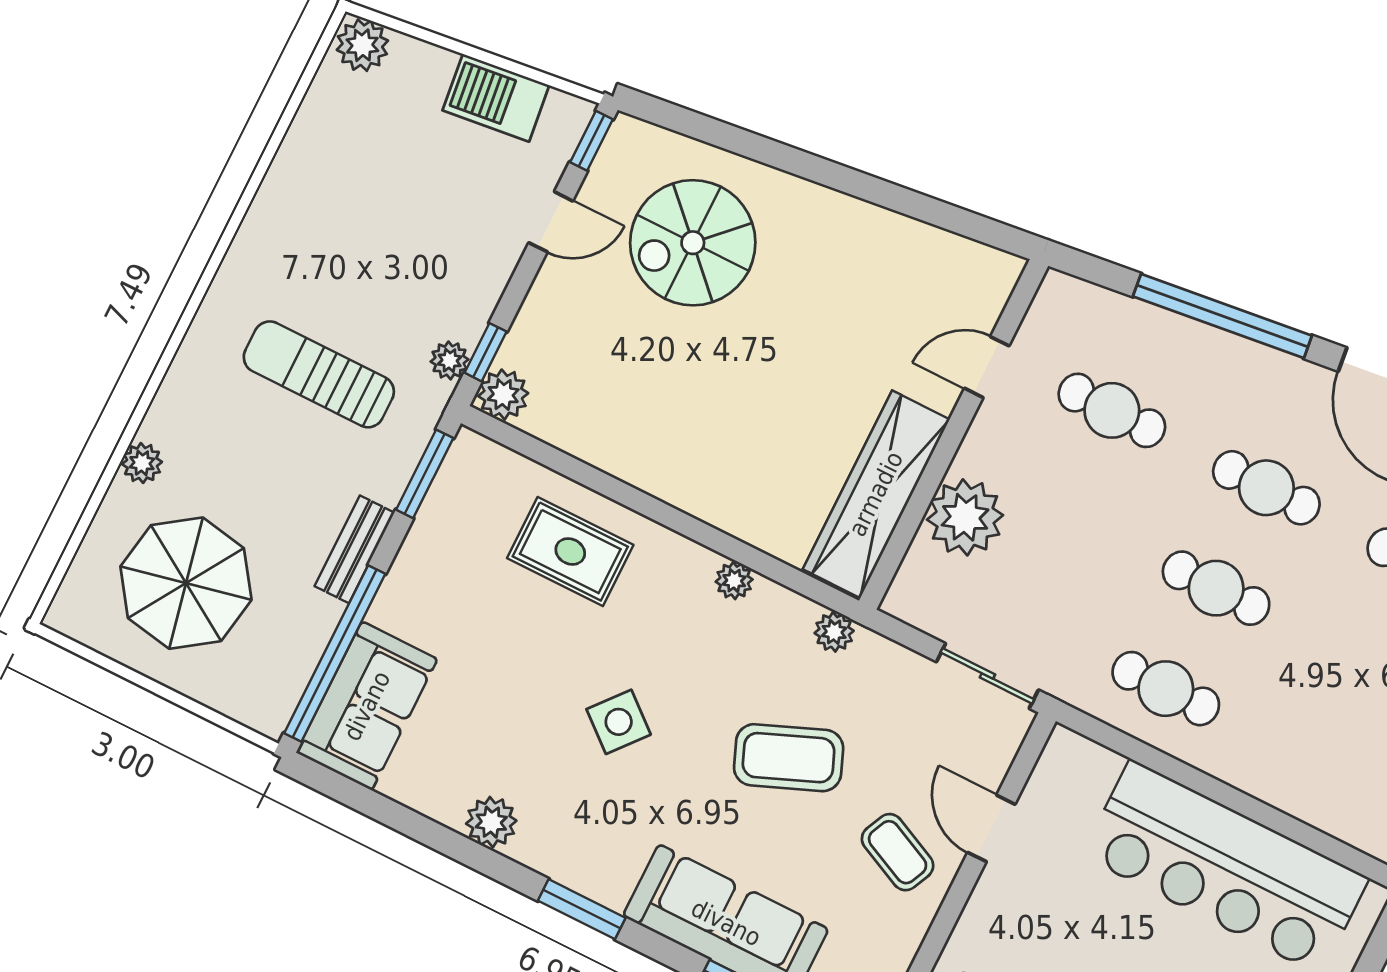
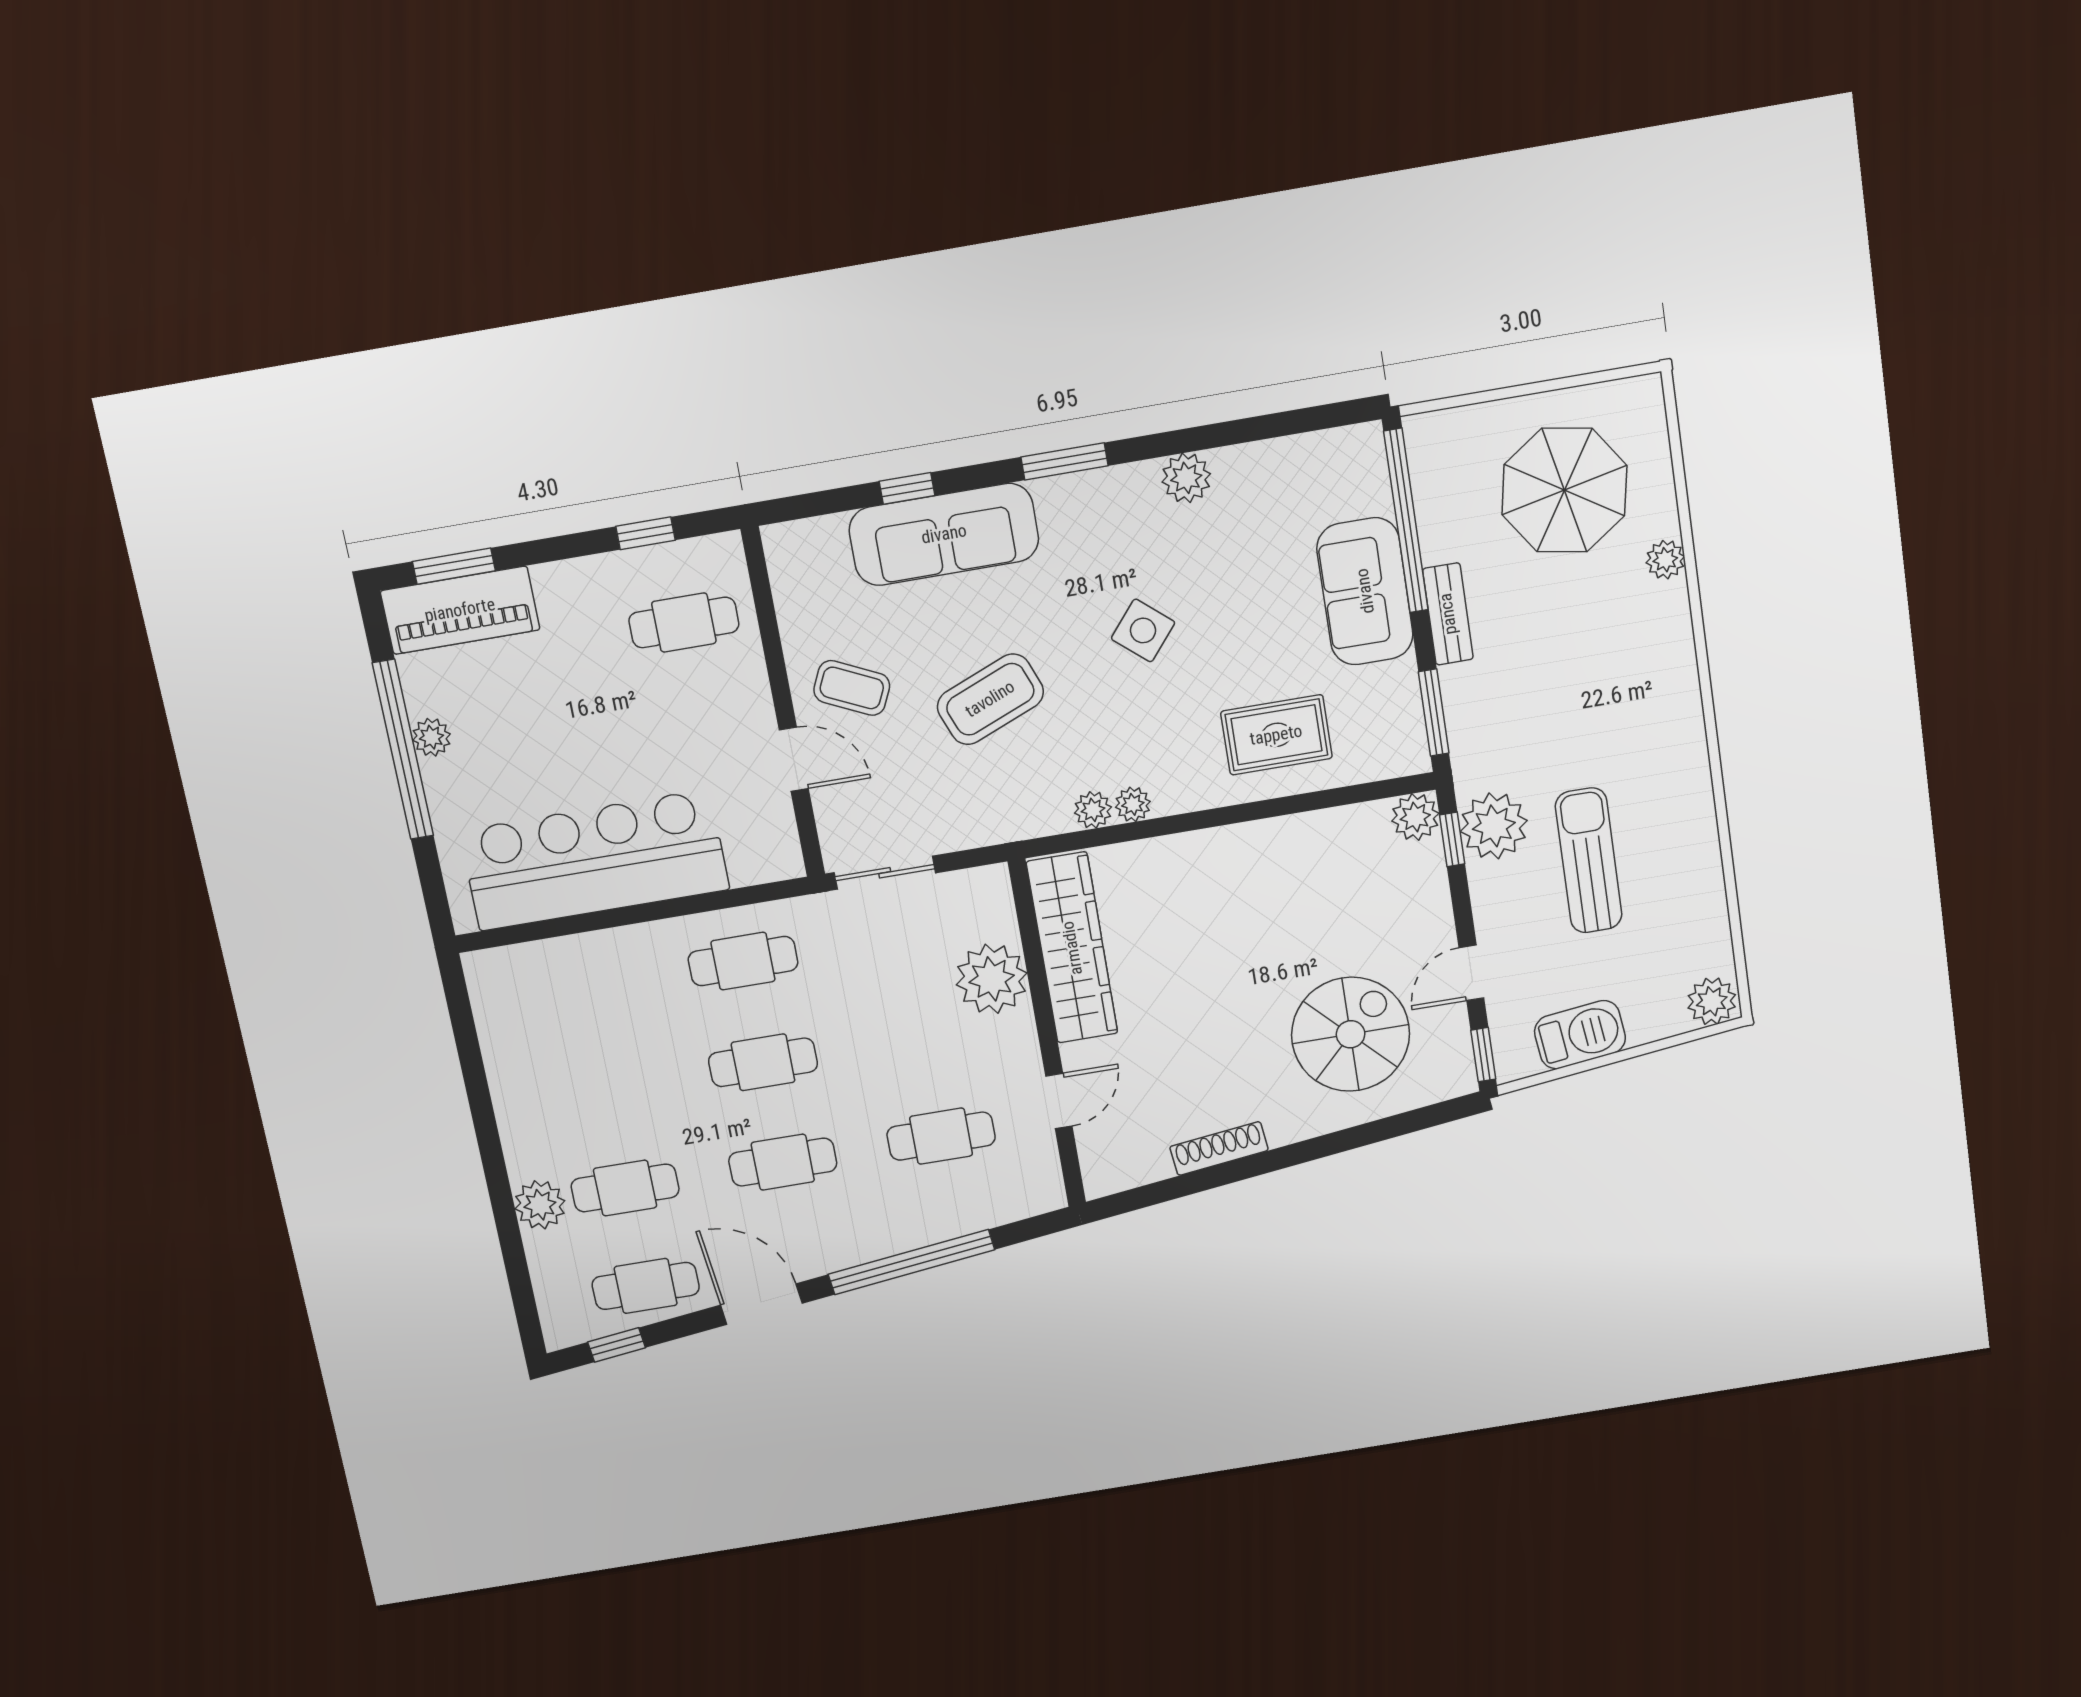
shoe rack: (879, 223) -> (1219, 1148), added
plant: (450, 360) -> (1494, 826), width x1.87, depth x1.87
sun lounger: (319, 374) -> (1589, 860), moved, turned -90
plant: (834, 632) -> (1093, 810), moved
sofa: (367, 706) -> (1365, 591), moved

